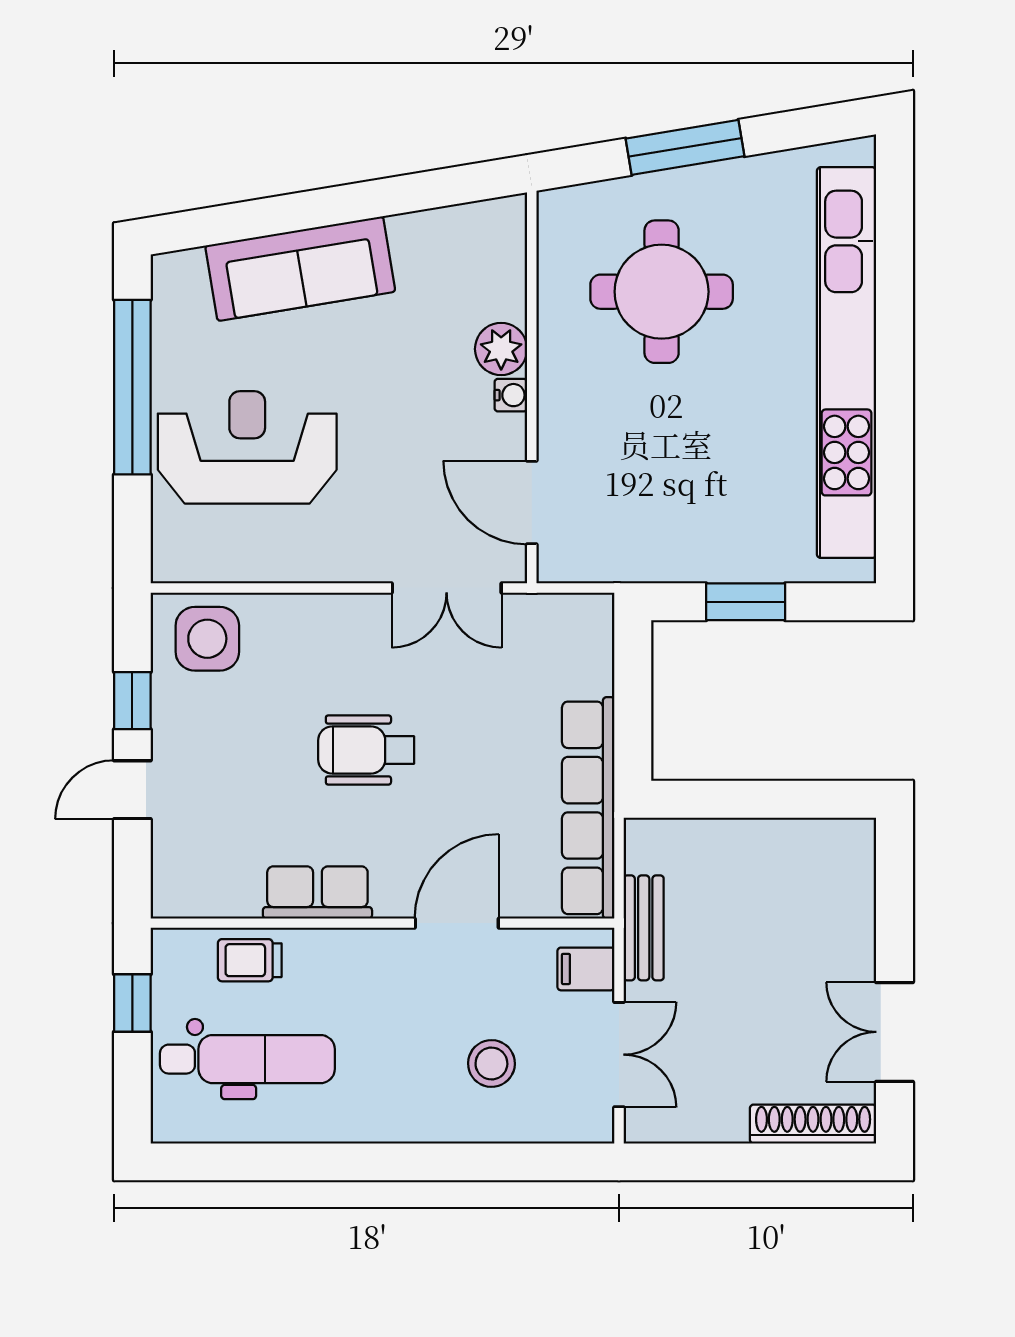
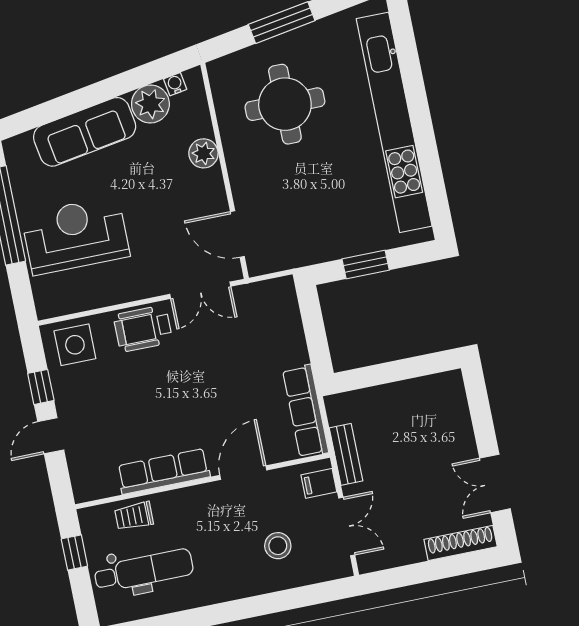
plant: (426, 243) -> (150, 104), added
water cooler: (511, 395) -> (175, 84), moved, turned -99
wheelchair: (366, 750) -> (143, 329), moved
row of seats: (588, 808) -> (306, 411), width x0.73
row of seats: (317, 892) -> (163, 471), width x1.48

